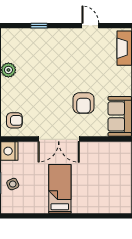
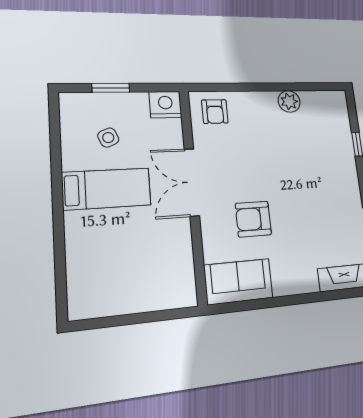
side table: (13, 184) -> (108, 138), moved

